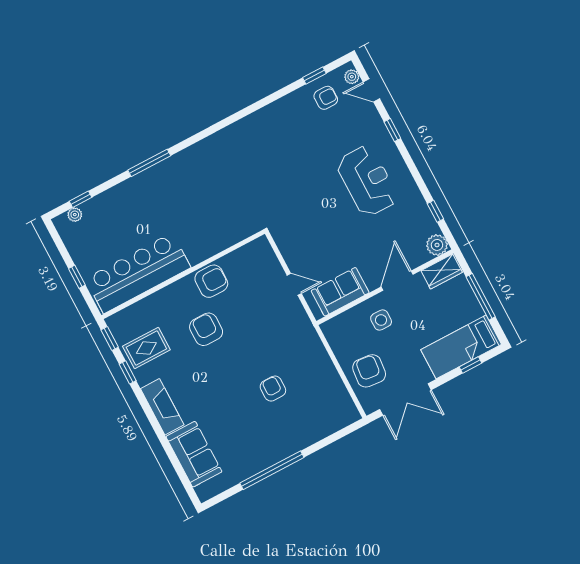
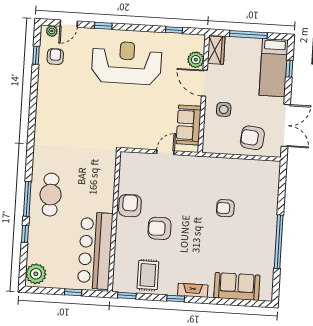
reception desk: (367, 181) -> (127, 63), width x1.36, depth x1.30
cafe table: (170, 186) -> (51, 195), added
window: (81, 199) -> (25, 234), moved
plant: (75, 215) -> (36, 274), width x1.88, depth x1.88
plant: (437, 245) -> (196, 60), moved
window: (128, 372) -> (176, 299), moved
fireplace: (162, 407) -> (193, 290), width x0.73, depth x0.76

